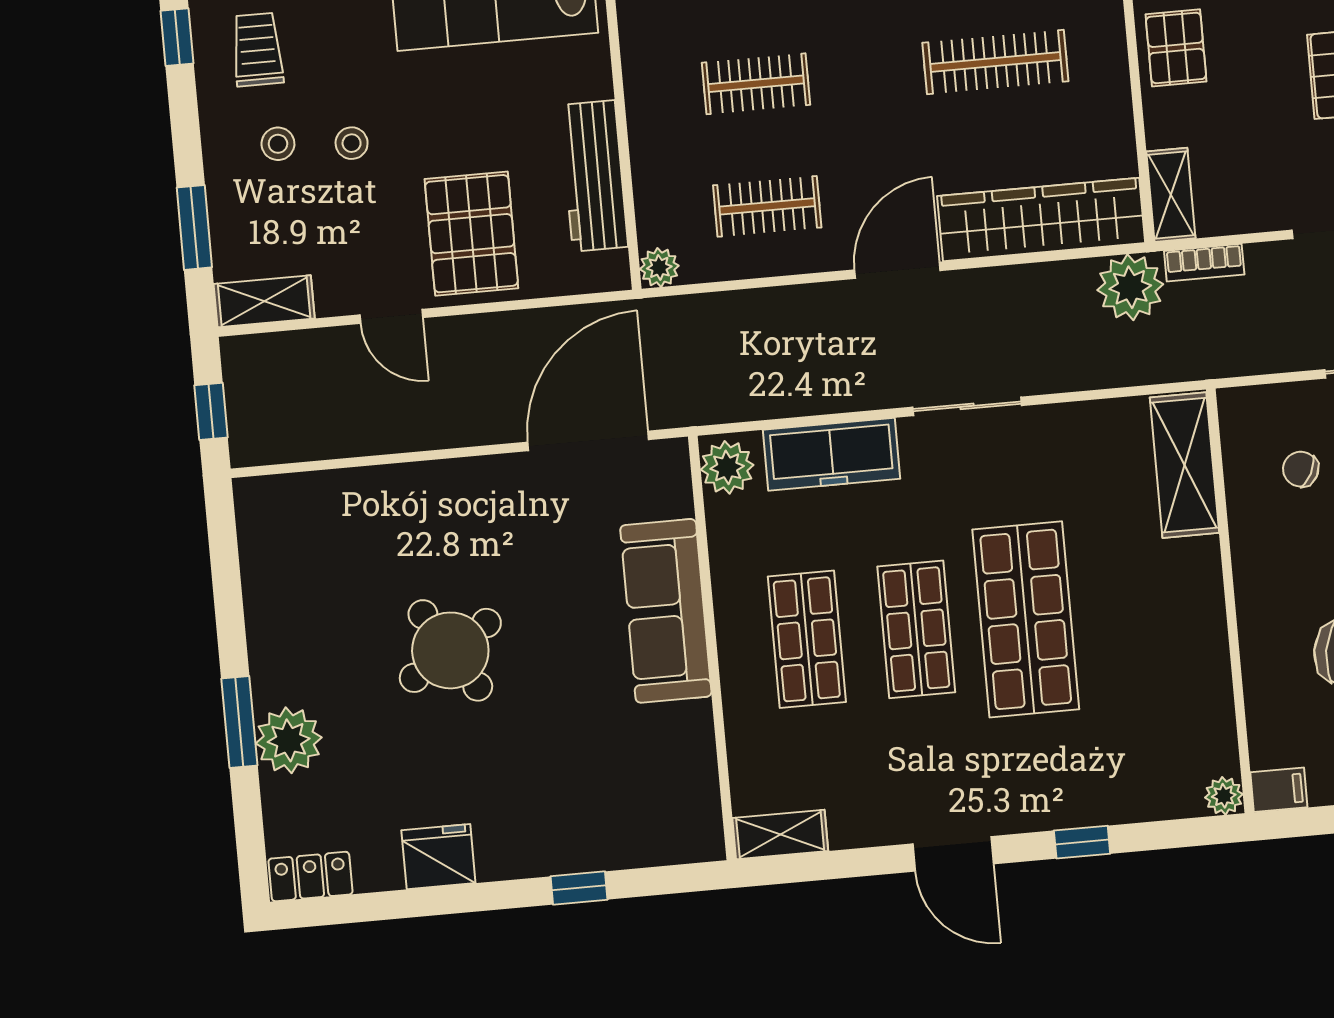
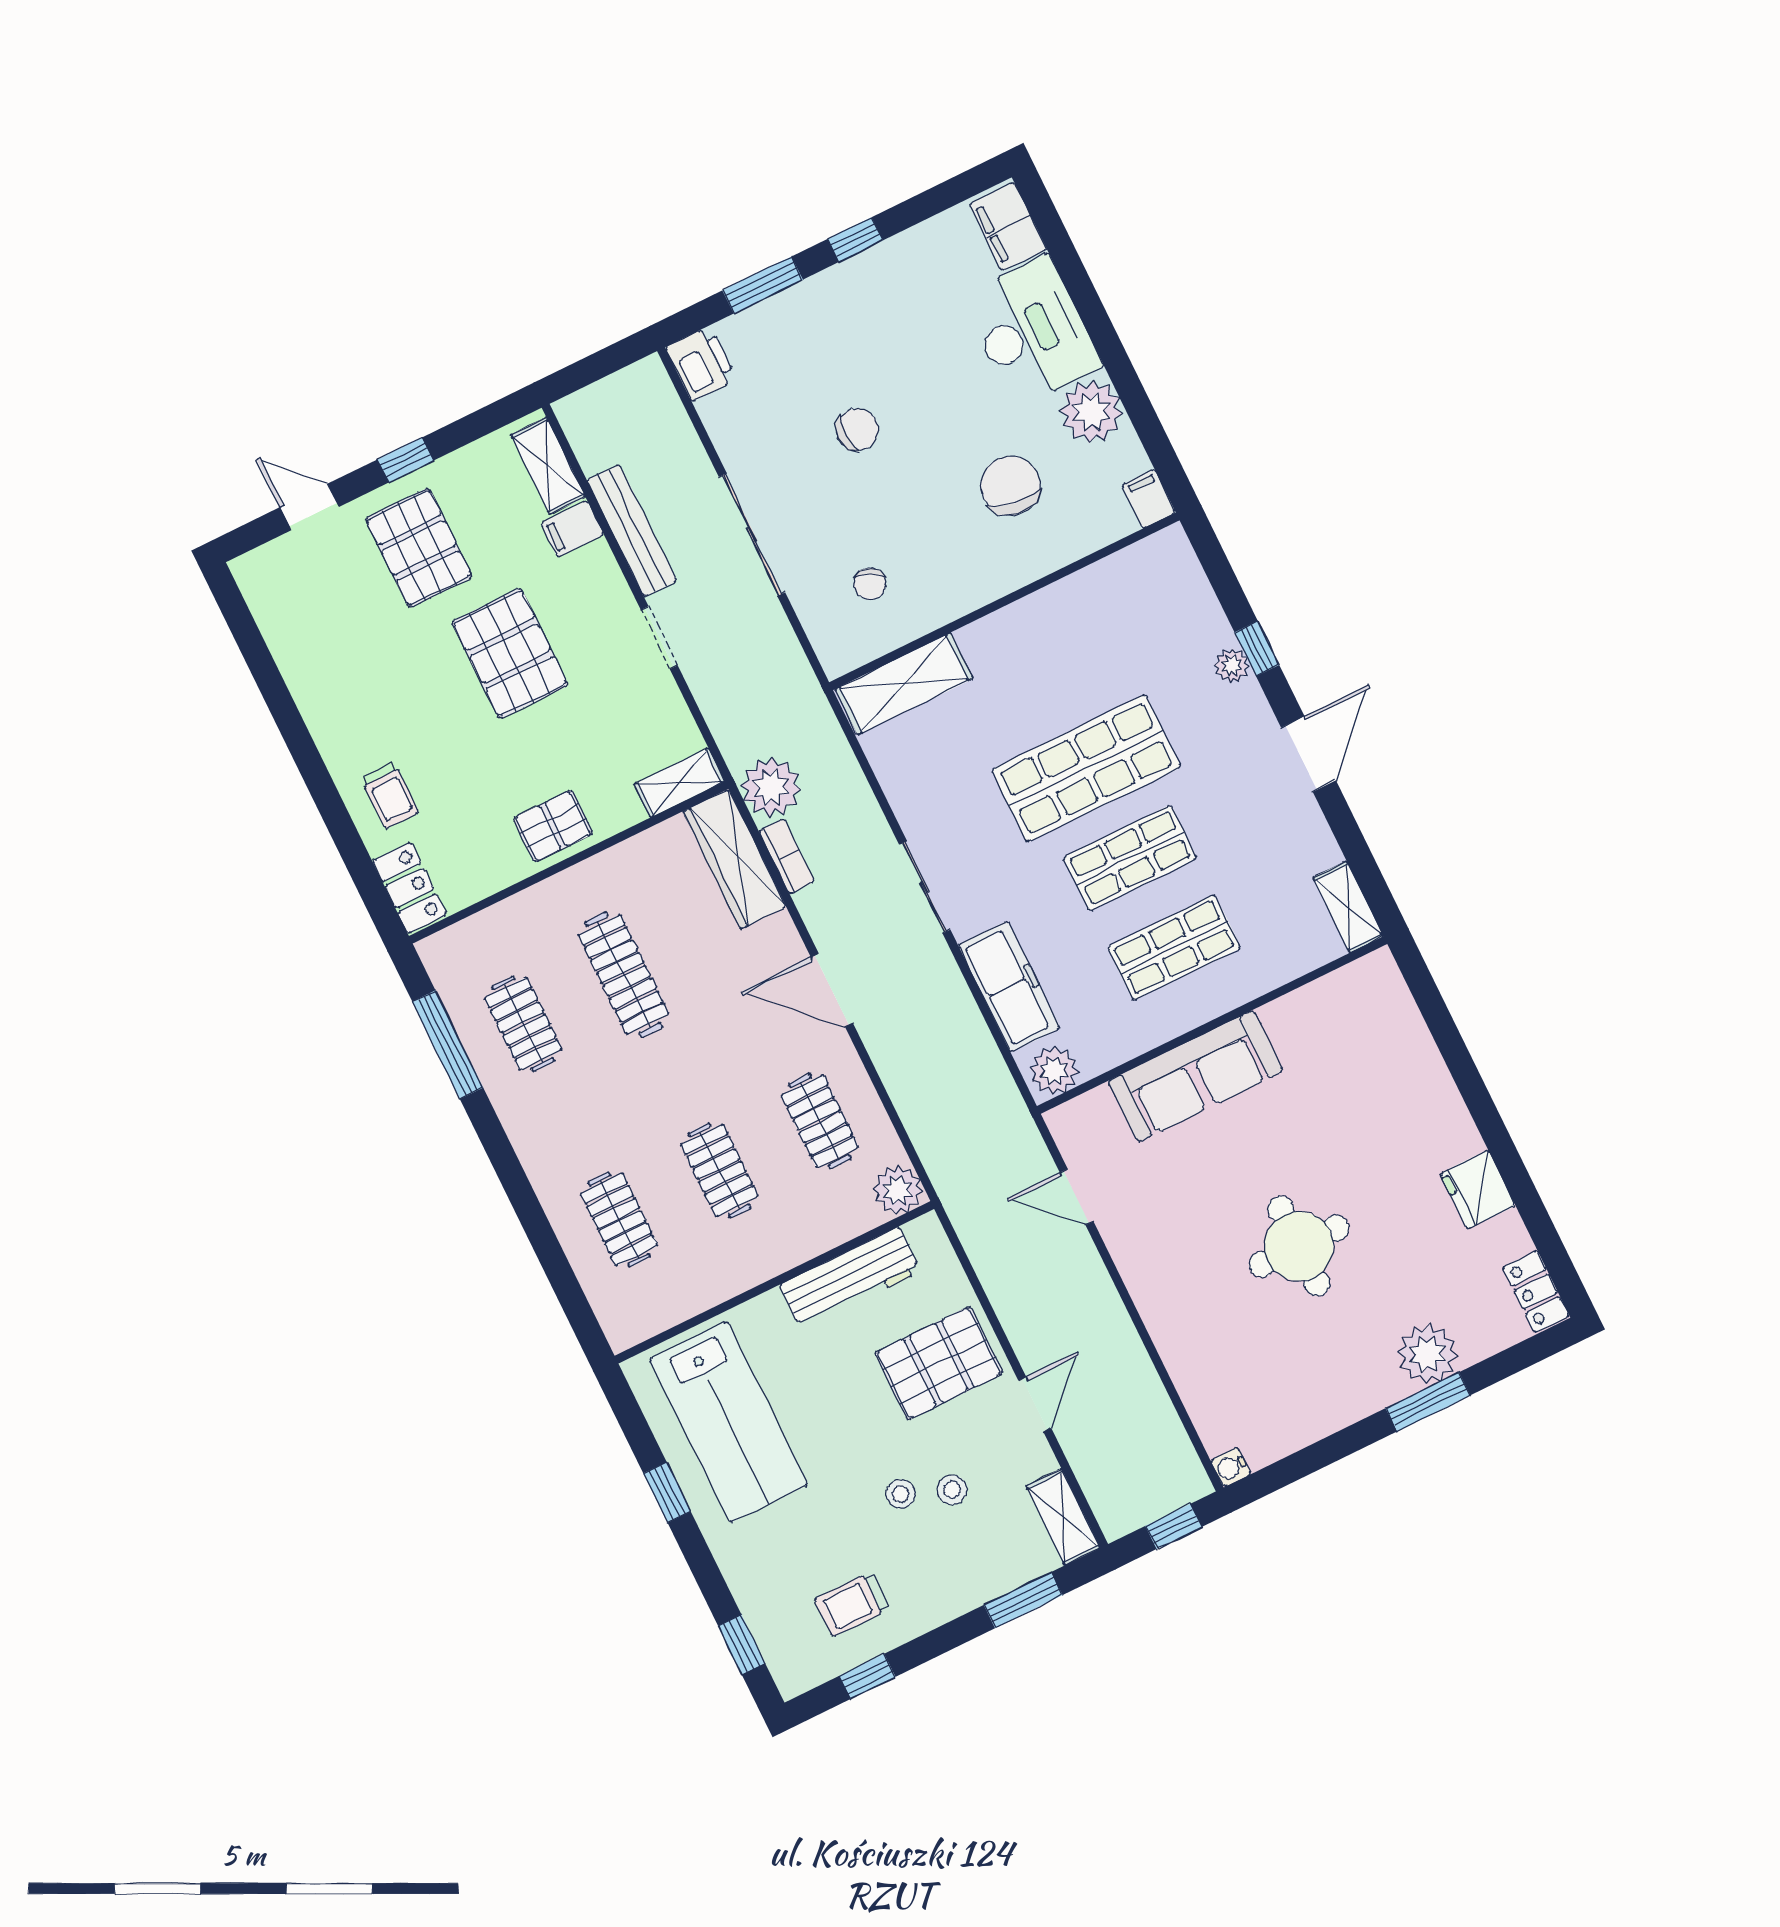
stool: (278, 144) -> (952, 1490), moved
wardrobe: (1041, 220) -> (735, 859), width x0.71, depth x0.85
bookcase: (1204, 263) -> (787, 856), moved
plant: (659, 267) -> (898, 1190), width x1.38, depth x1.38
door: (588, 441) -> (1077, 1197), width x0.53
water cooler: (250, 493) -> (1231, 1467), added
round table: (450, 650) -> (1299, 1246), turned 32
plant: (1224, 796) -> (1232, 666), moved
window: (579, 888) -> (1459, 1060), removed

